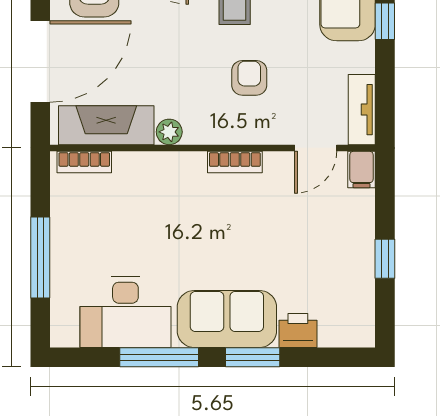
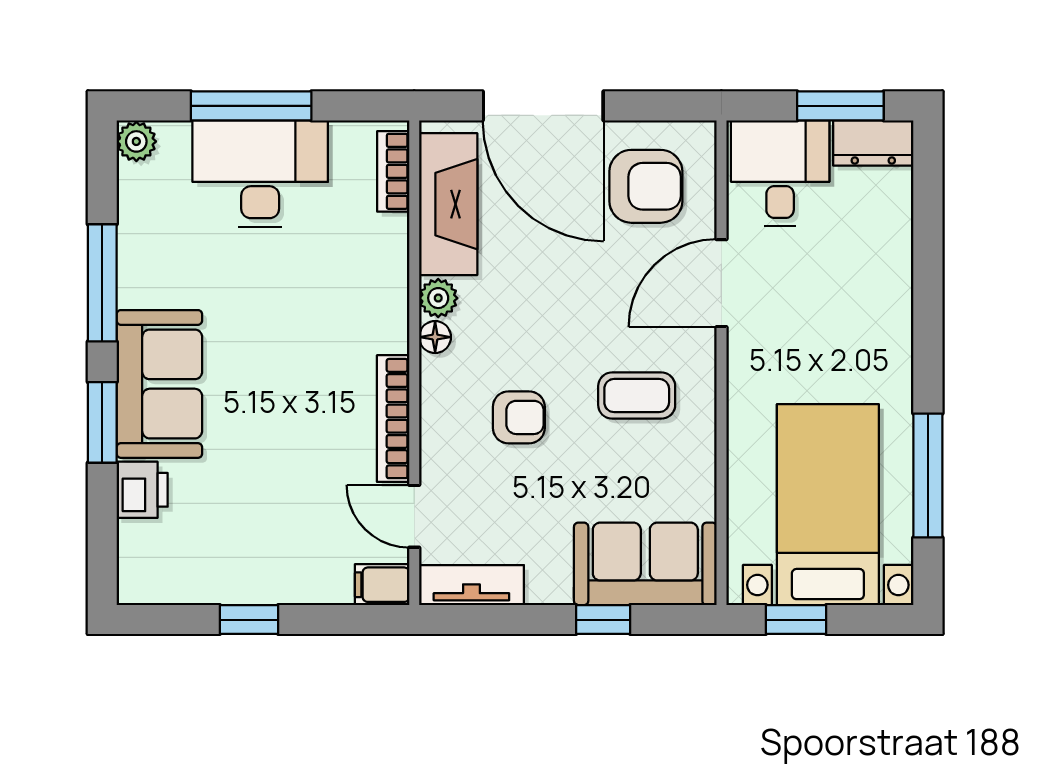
floor lamp: (195, 134) -> (435, 337), added
bookcase: (235, 162) -> (393, 419), width x1.56
desk: (125, 312) -> (260, 173), moved, turned 90
plant: (64, 334) -> (136, 141), added

